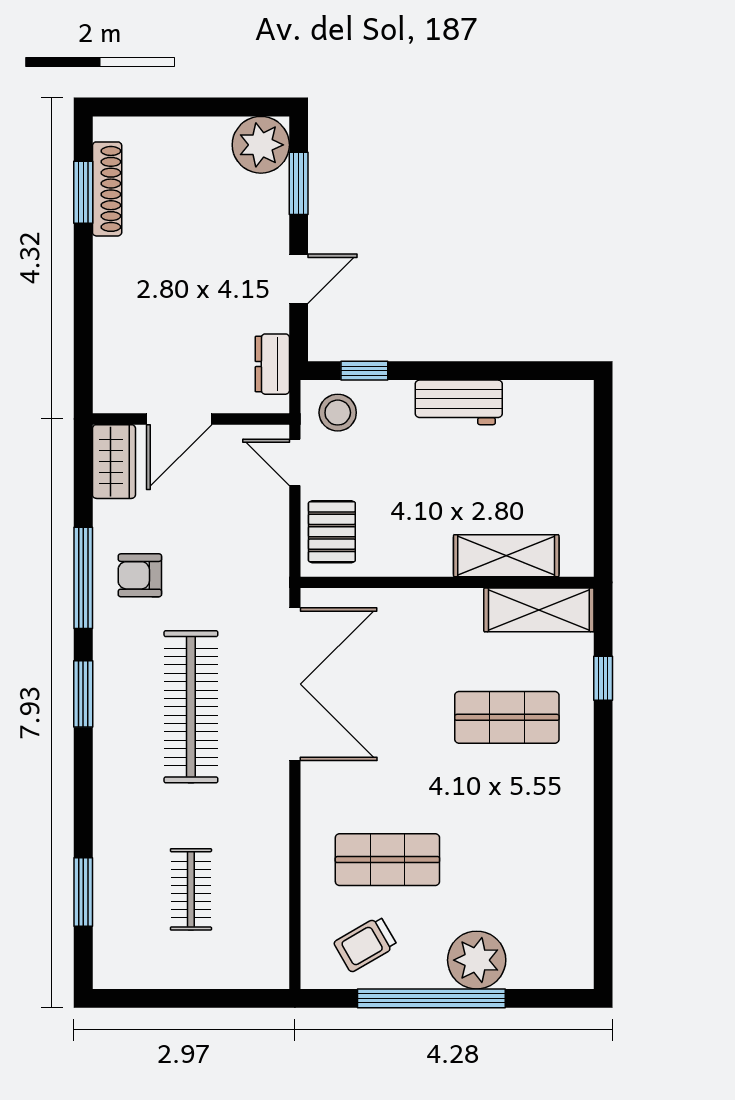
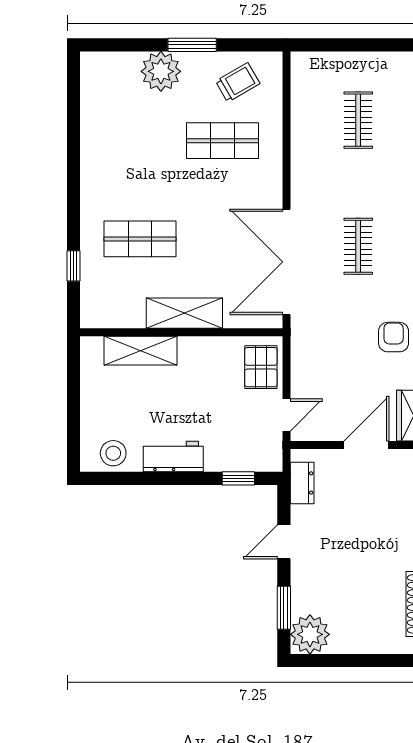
stool: (338, 413) -> (113, 453), moved
door: (295, 462) -> (286, 415), hinge flipped
armchair: (140, 575) -> (394, 337), turned -90
shelving: (539, 610) -> (184, 313), moved
clothes rail: (191, 707) -> (358, 246), width x0.54, depth x0.76
window: (431, 998) -> (192, 45), width x0.47

